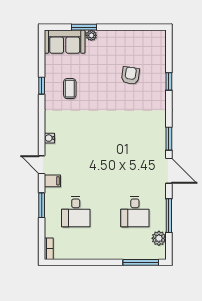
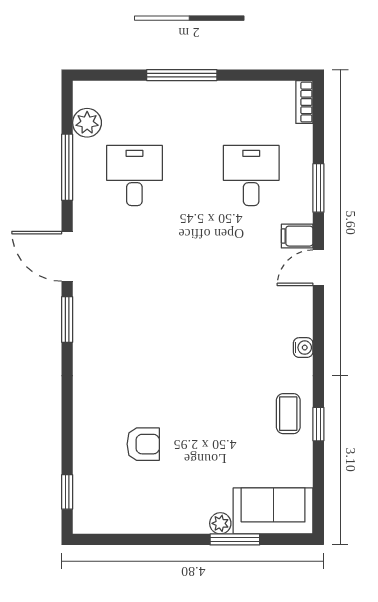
armchair: (130, 75) -> (143, 444), turned -98
window: (169, 81) -> (67, 492), moved
coffee table: (70, 89) -> (288, 414), moved
water cooler: (49, 138) -> (303, 348), moved
door: (42, 165) -> (318, 268), swing flipped
window: (141, 262) -> (182, 75), moved

